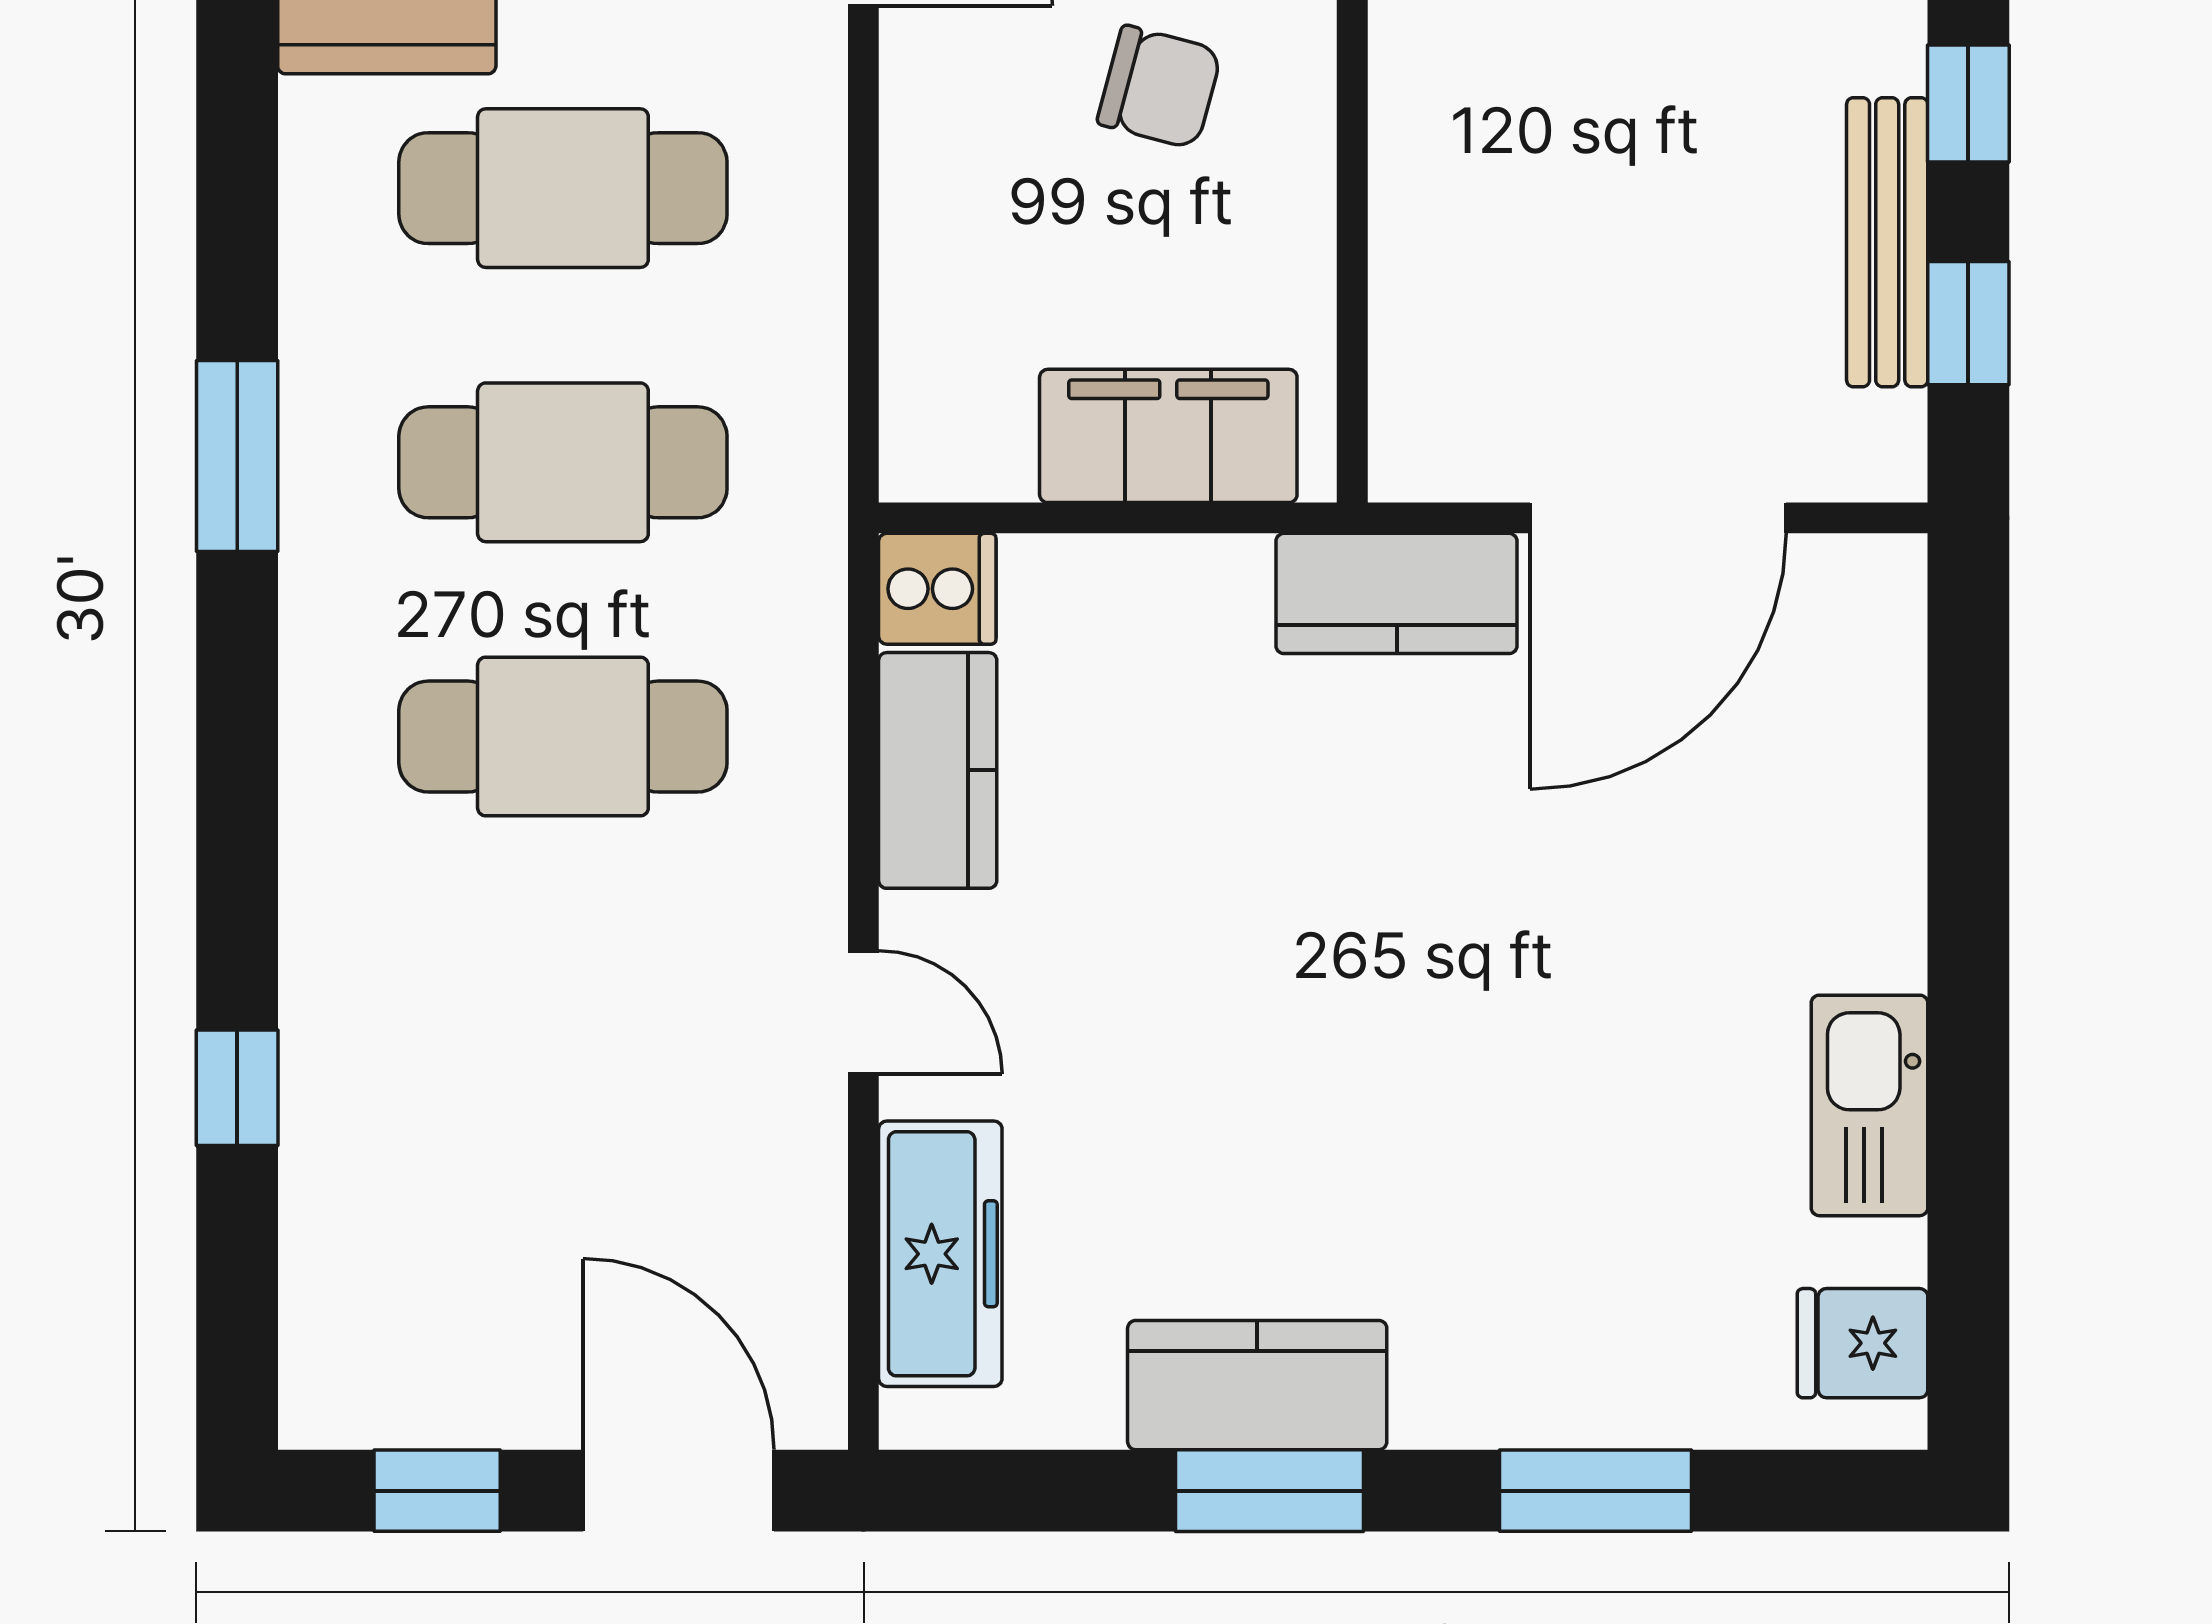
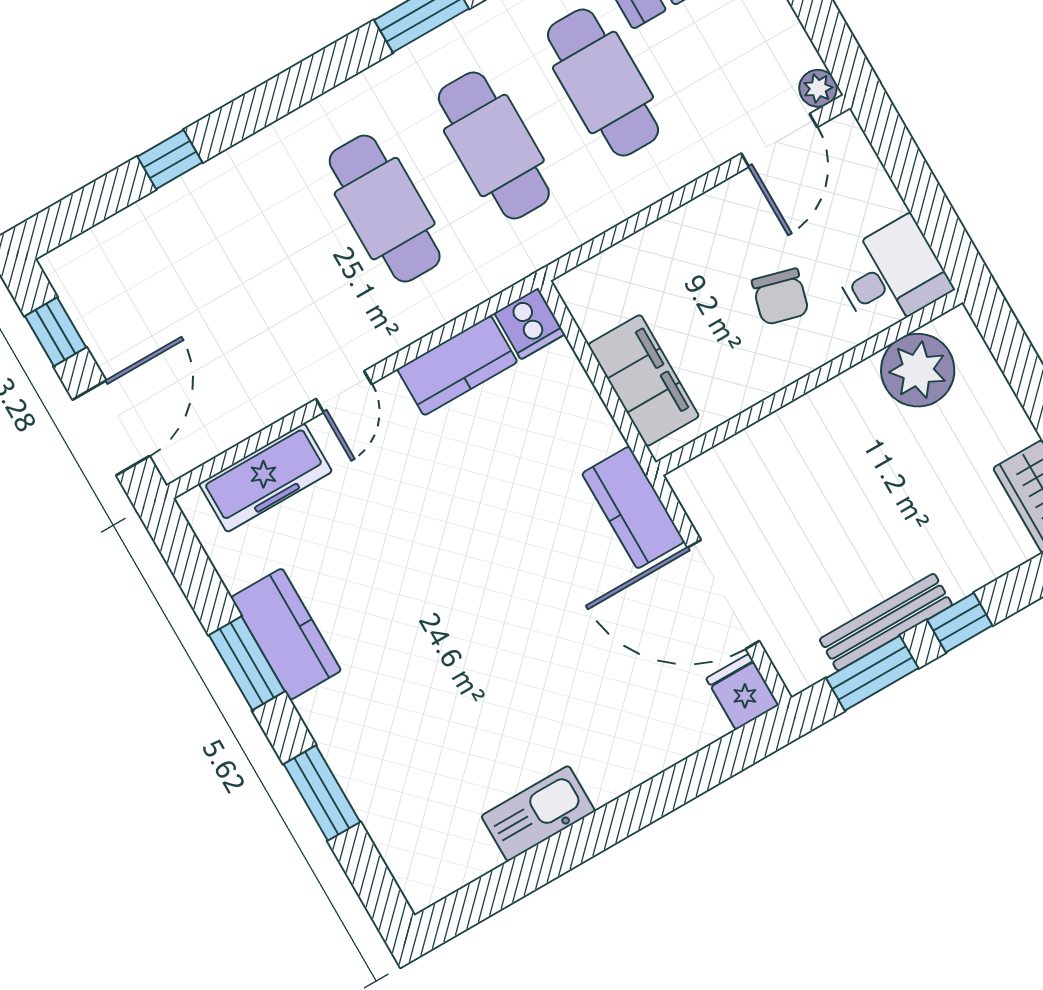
window: (1968, 323) -> (872, 673), width x1.50
fridge: (1862, 1343) -> (743, 692), moved

